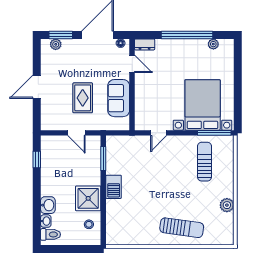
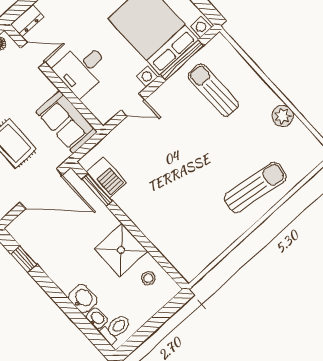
desk: (150, 93) -> (82, 69), added
sofa: (119, 98) -> (66, 122), moved
door: (76, 133) -> (41, 189), width x1.88
door: (159, 133) -> (133, 105), hinge flipped
window: (214, 133) -> (182, 60), moved
barbecue: (114, 187) -> (107, 177), moved

